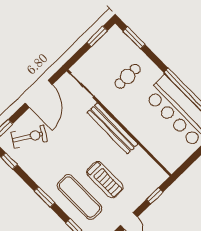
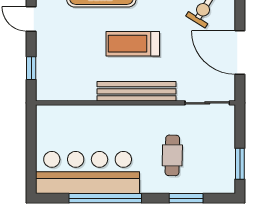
window: (134, 38) -> (186, 198), moved
treadmill: (105, 180) -> (133, 44), moved

